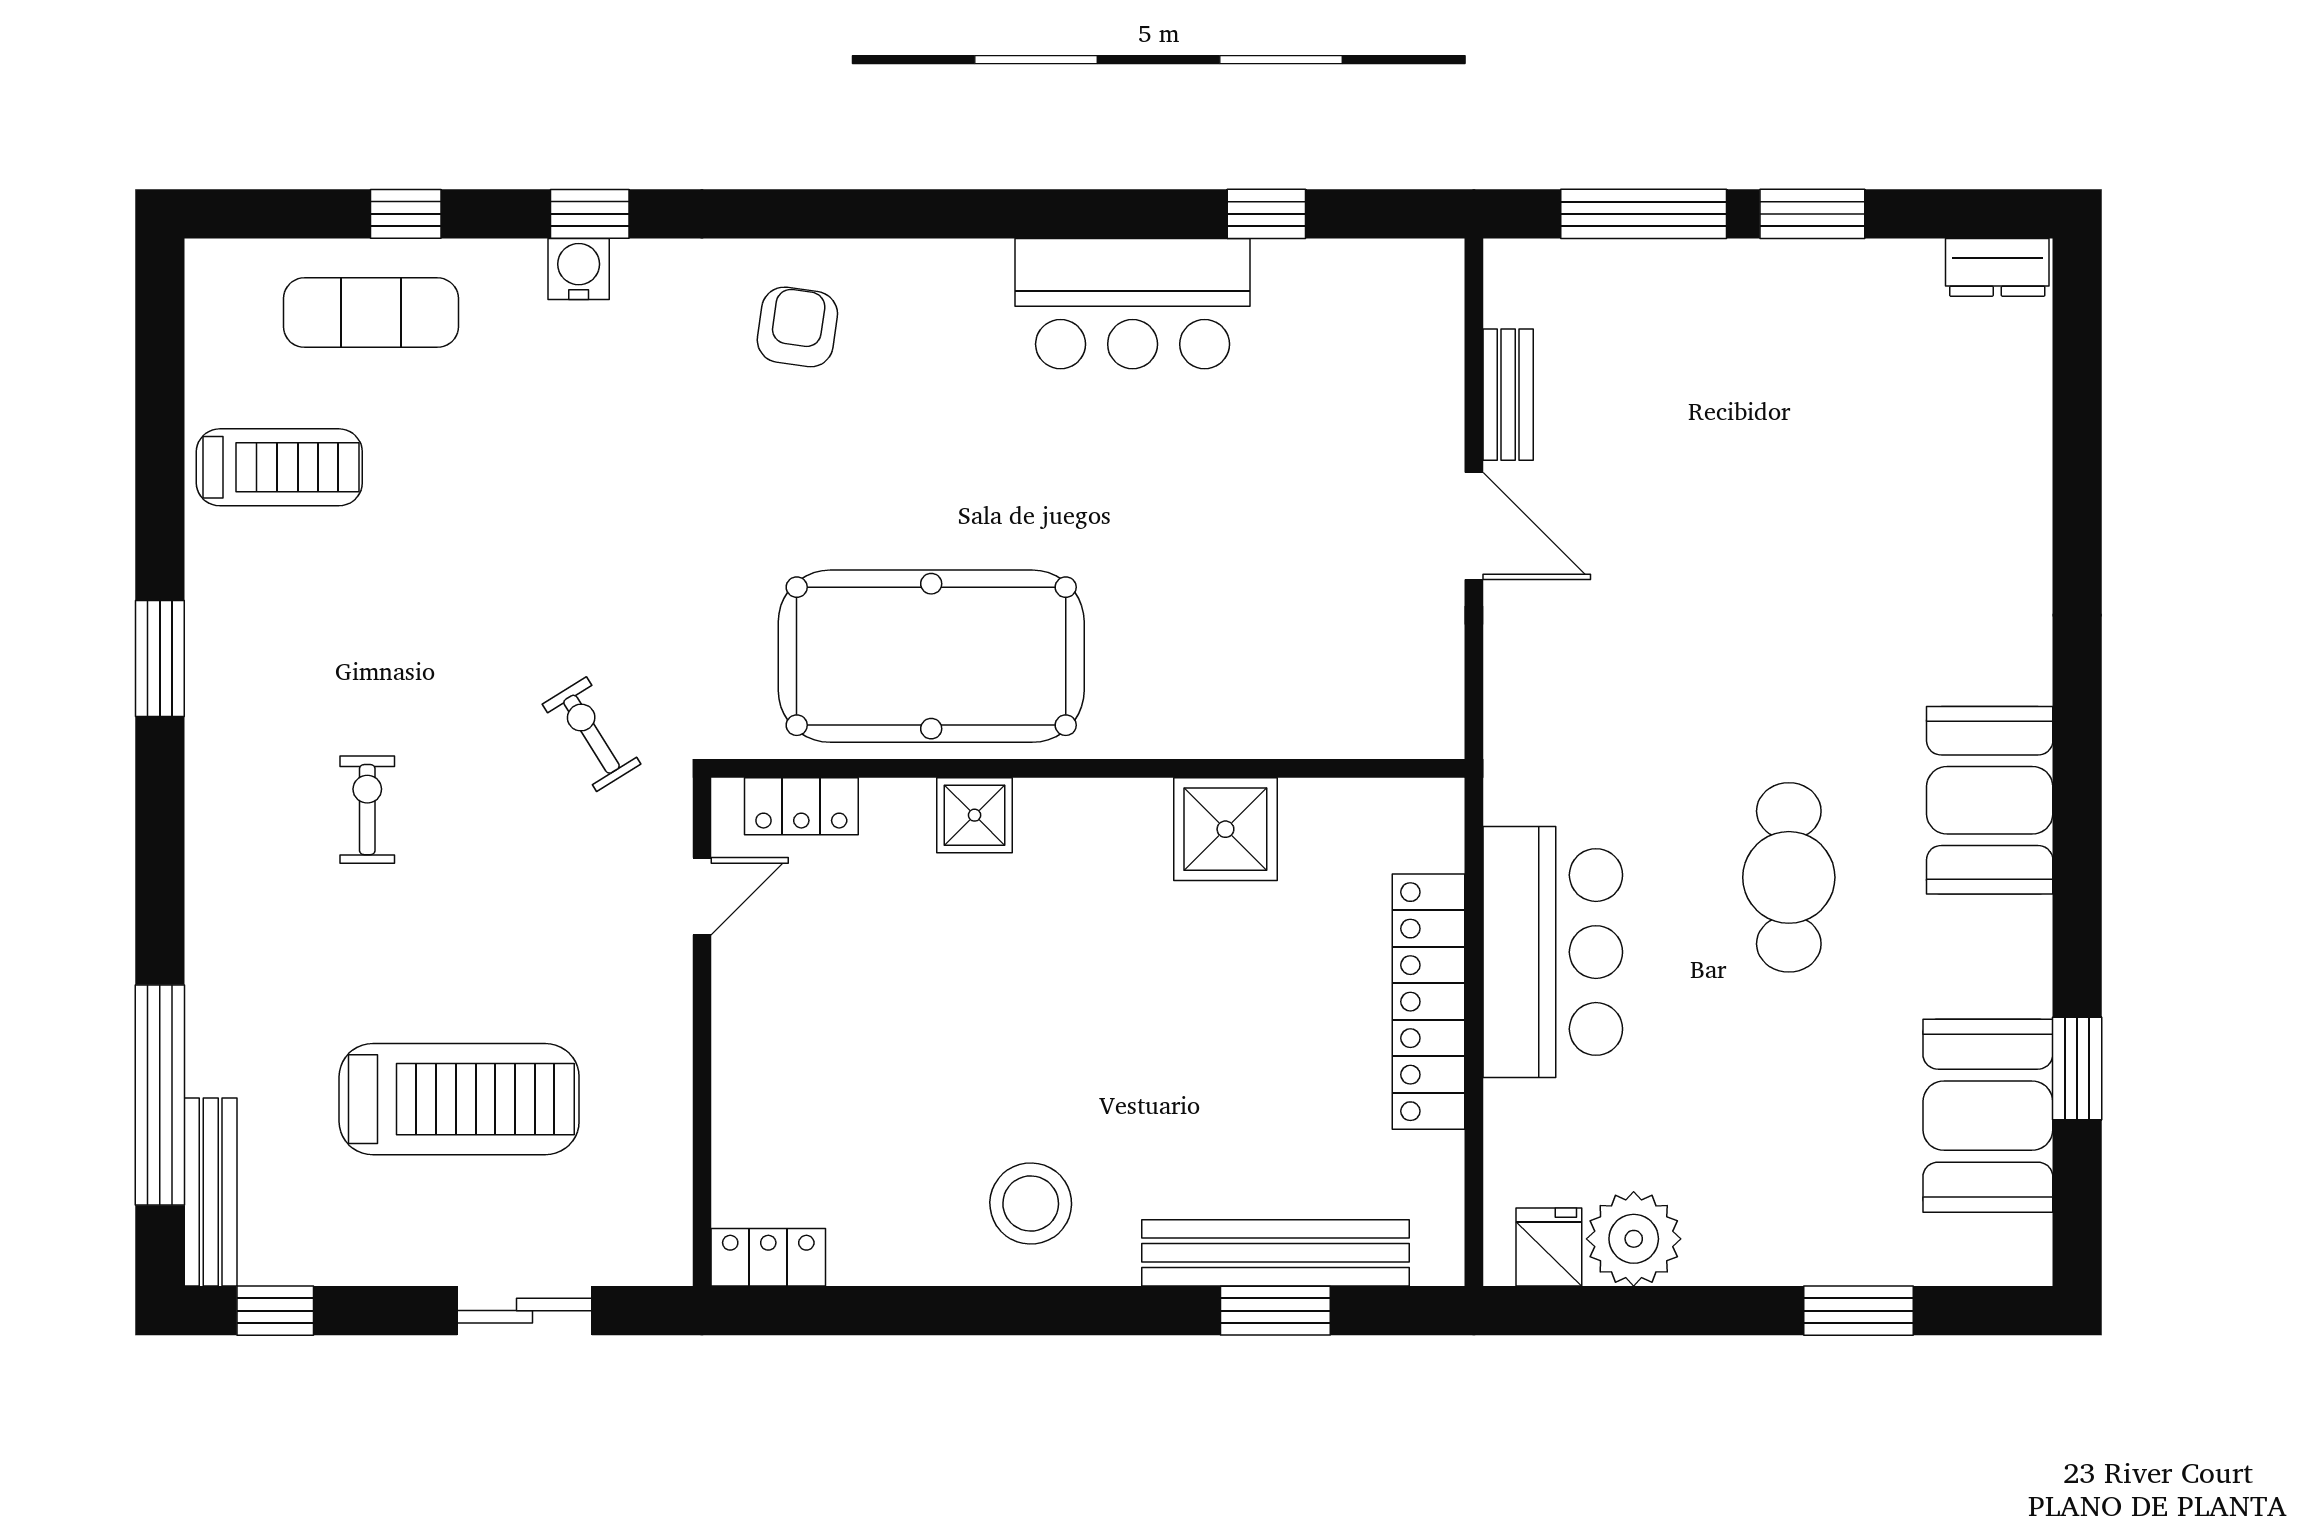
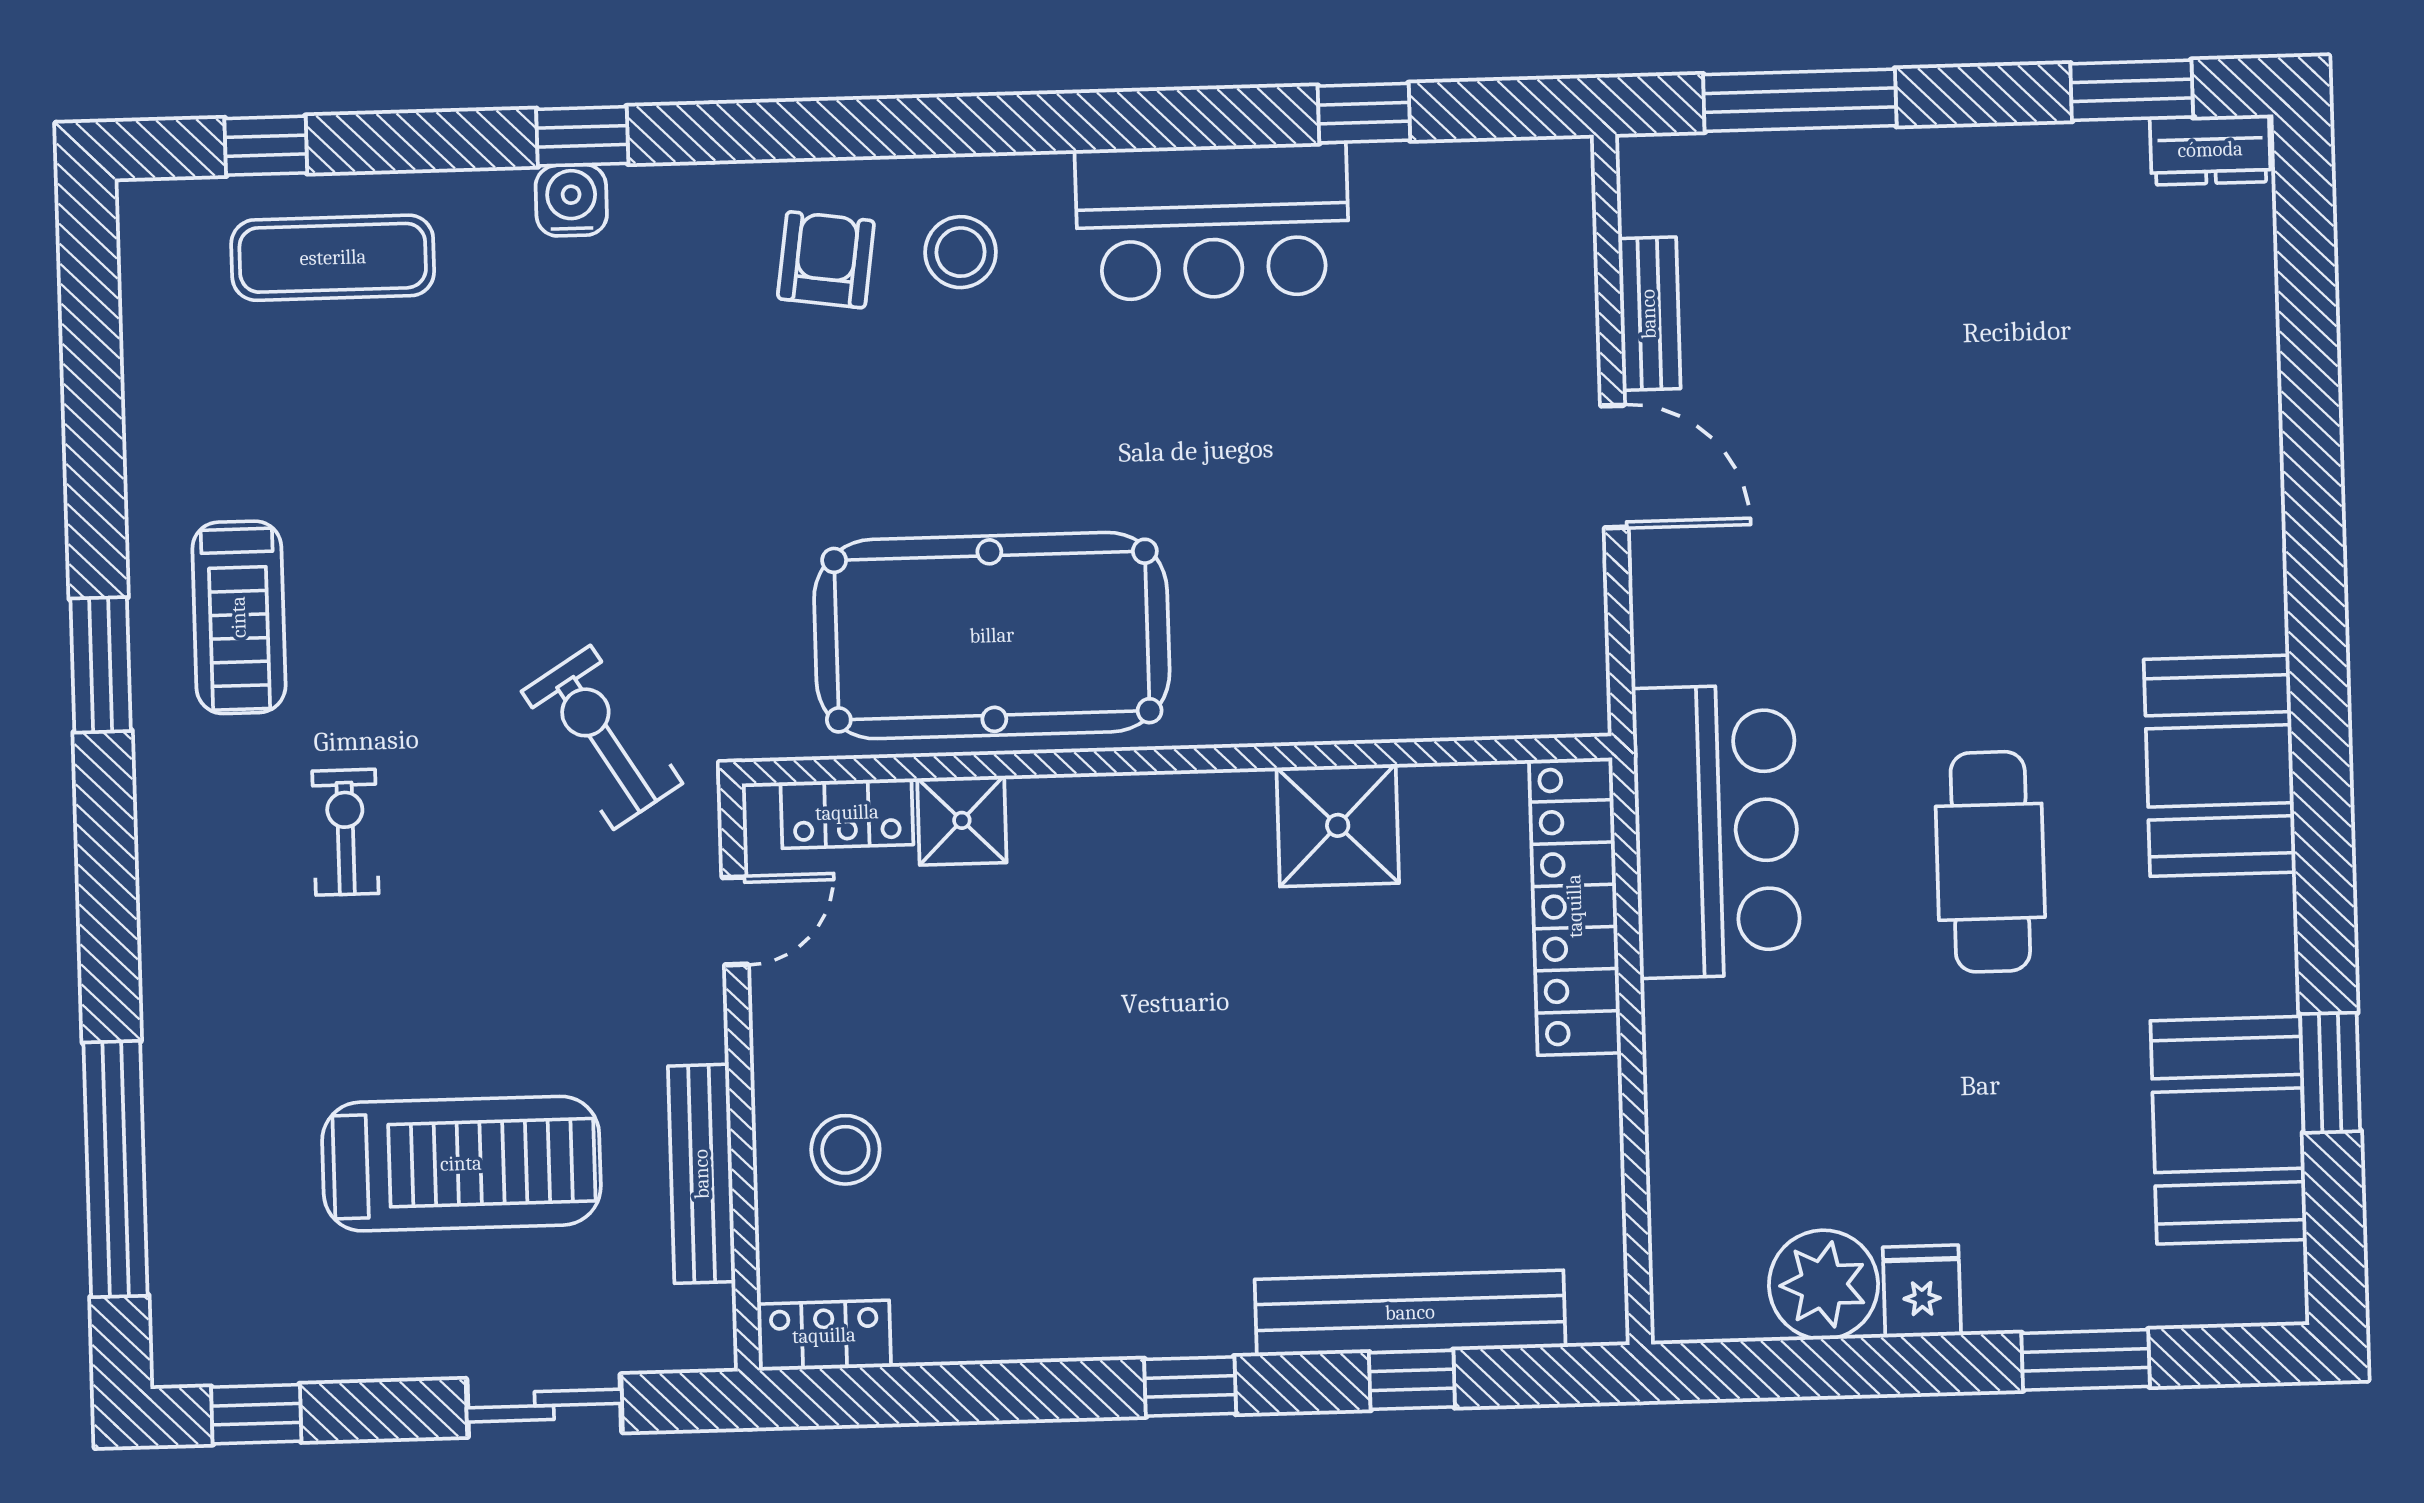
window: (406, 214) -> (266, 146), moved
window: (1812, 214) -> (2132, 90), moved
stool: (914, 324) -> (961, 252), added
treadmill: (279, 467) -> (239, 617), moved, turned 90
exercise bike: (592, 734) -> (602, 737), width x1.38, depth x1.39
shower: (975, 815) -> (962, 820), moved
bar counter: (1553, 952) -> (1716, 831), moved
locker: (1428, 1002) -> (1575, 906), moved
bench: (211, 1192) -> (702, 1174), moved
stool: (1031, 1203) -> (845, 1150), moved, width x0.73, depth x0.73
fridge: (1549, 1247) -> (1922, 1291), moved
window: (1083, 1311) -> (1190, 1386), added
window: (1275, 1311) -> (1412, 1380), width x0.67

